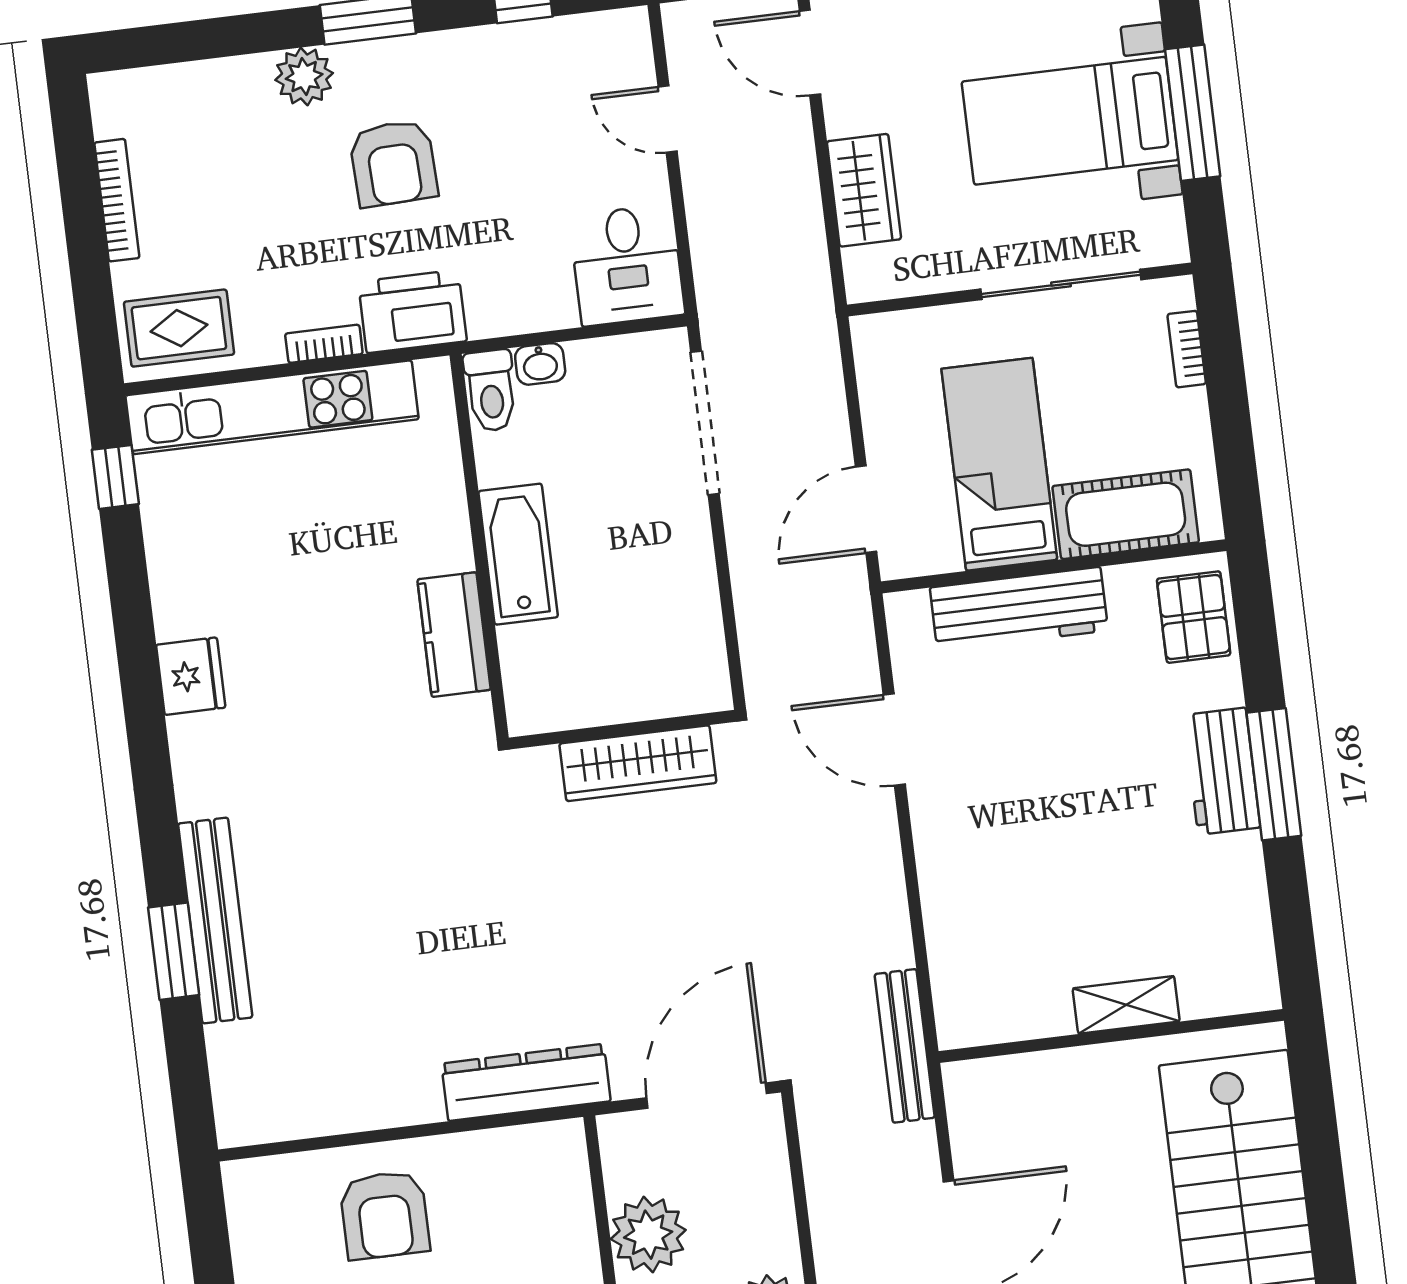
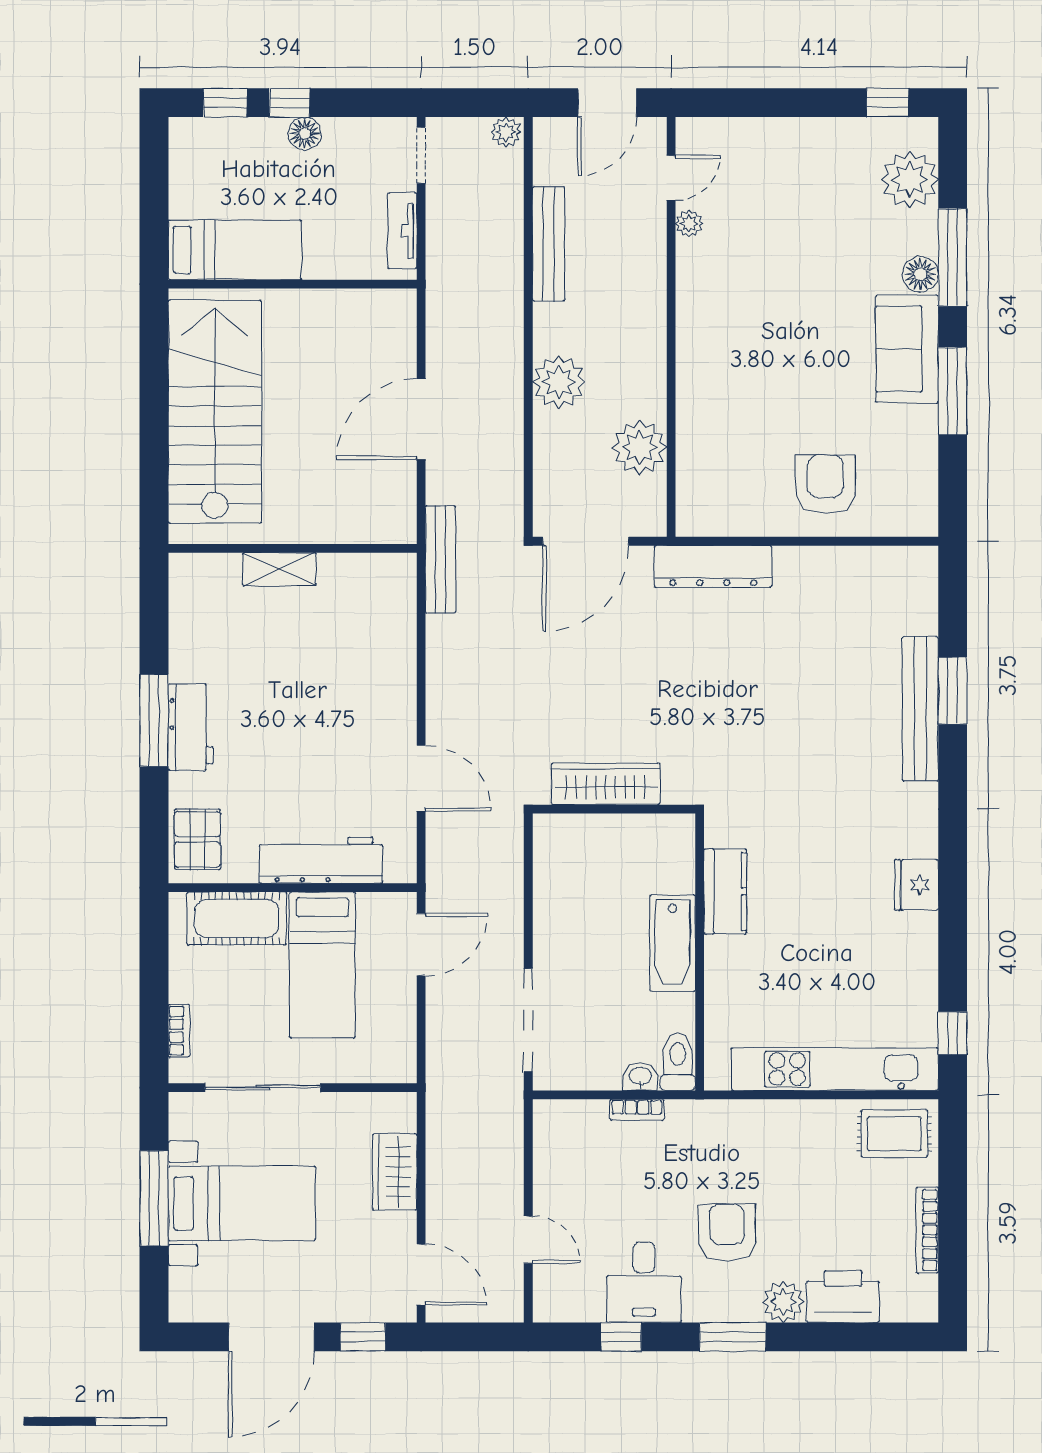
desk: (627, 265) -> (644, 1282), moved, turned 180
printer: (412, 311) -> (843, 1297), moved, turned 180
bookcase: (324, 344) -> (637, 1110), moved

